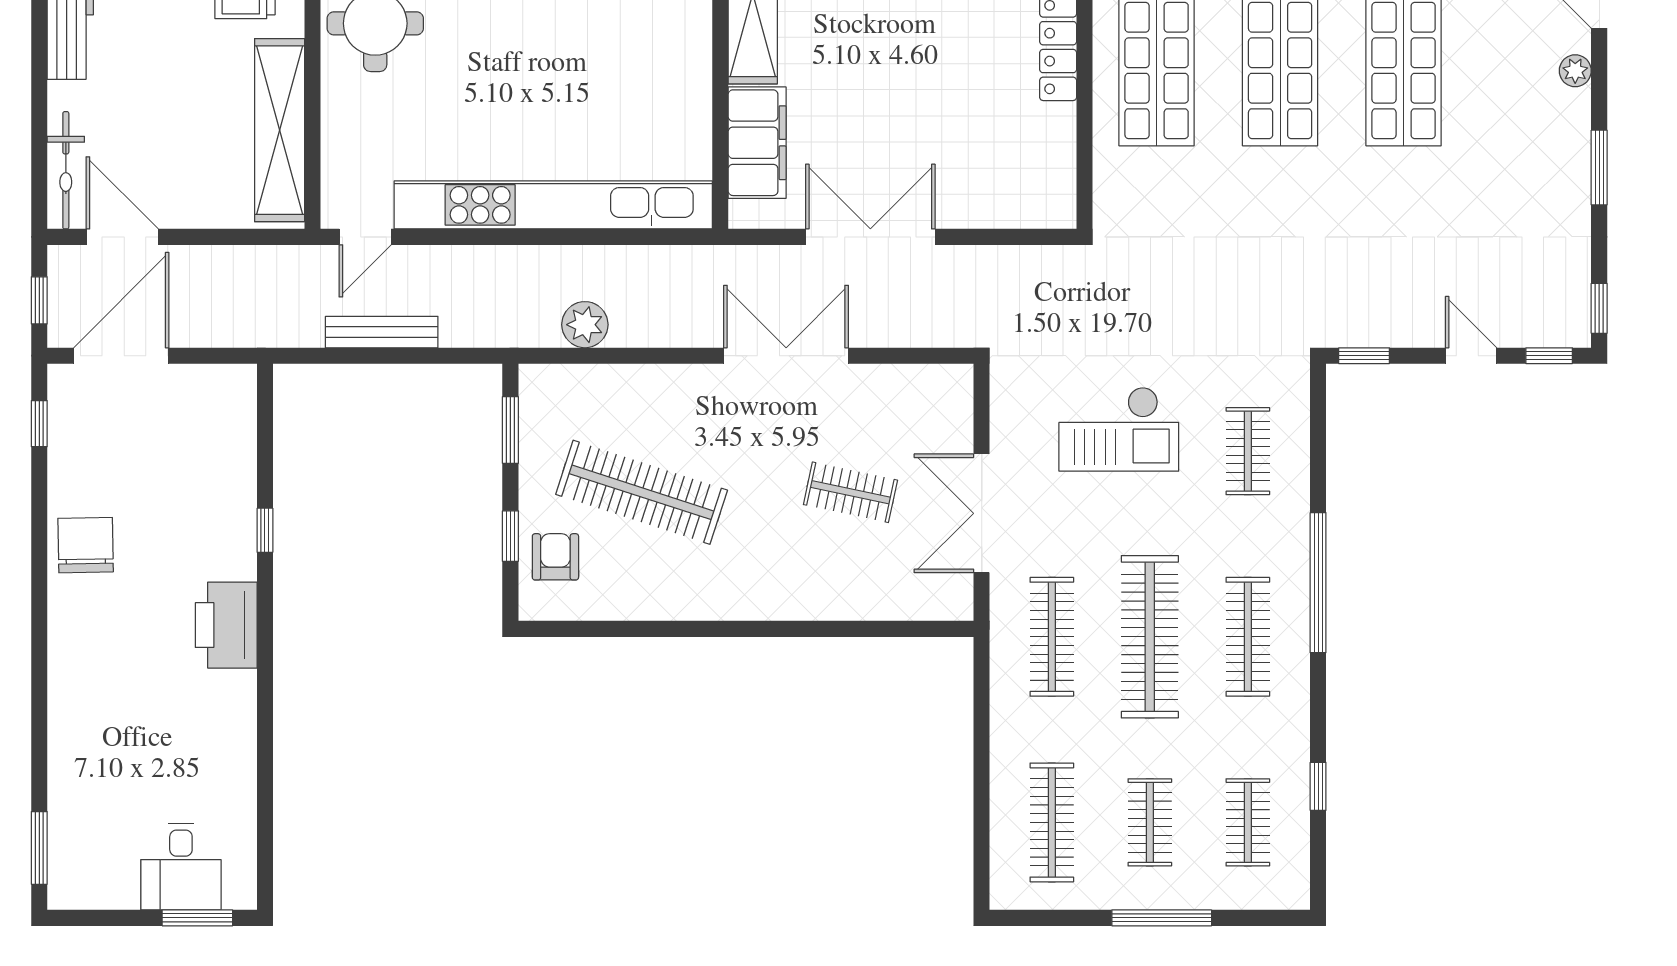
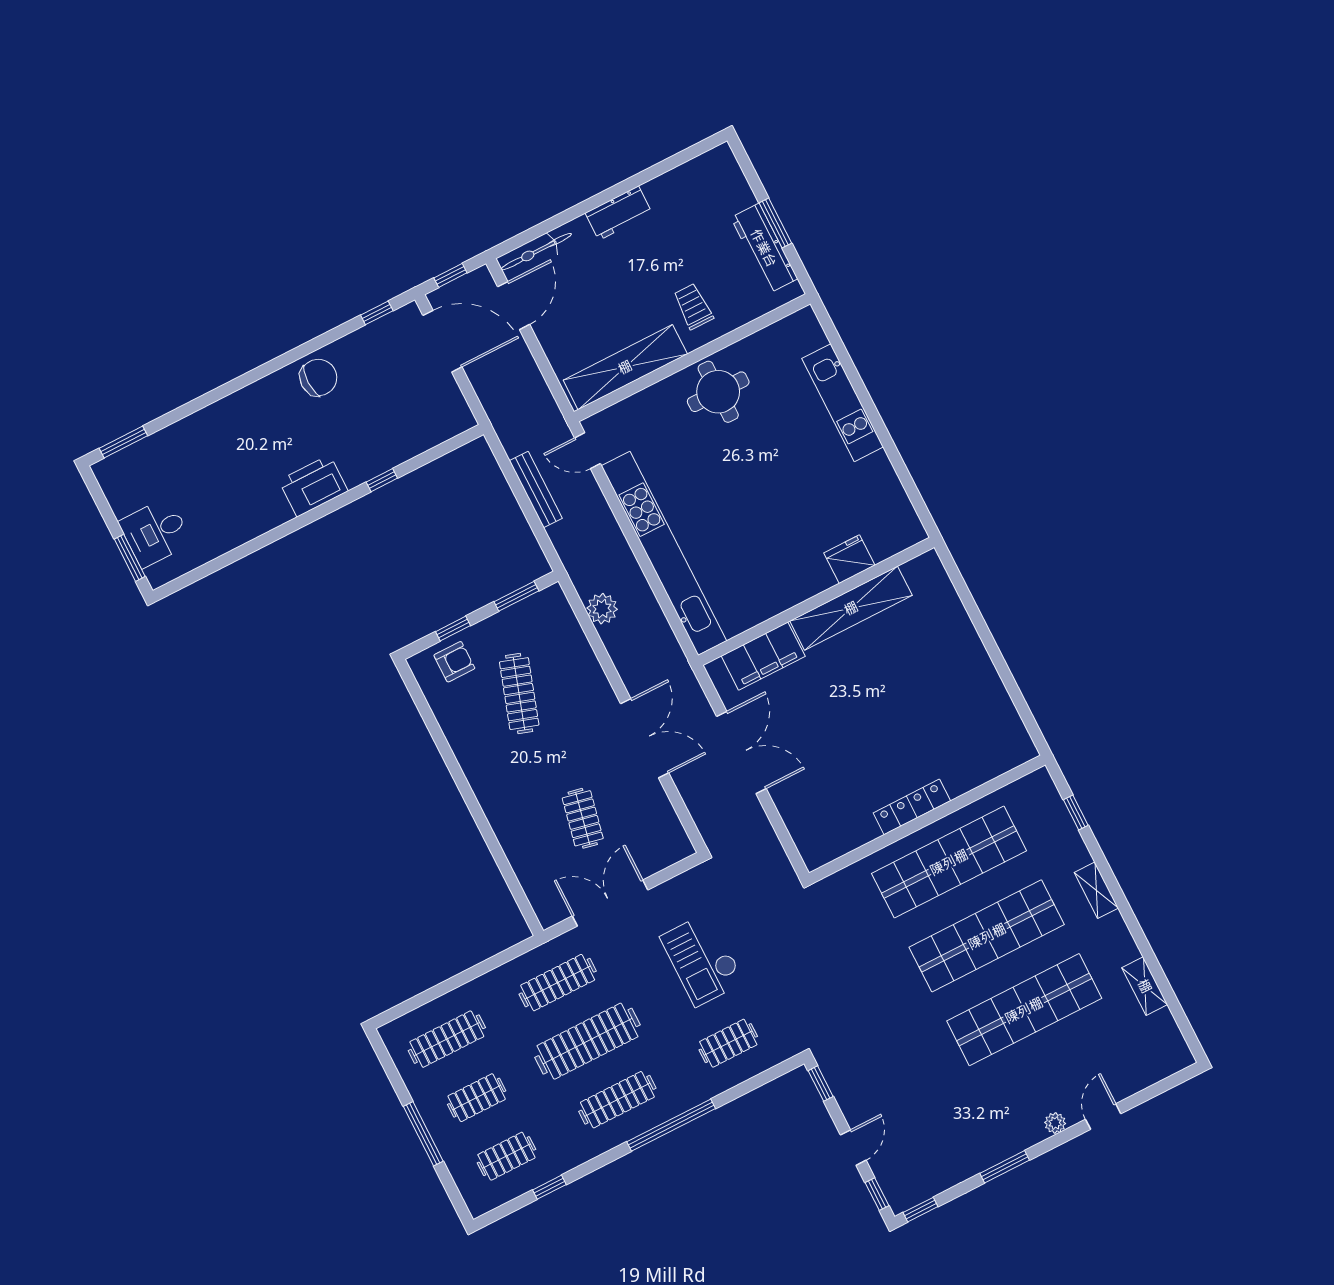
clothes rail: (642, 492) -> (519, 694), width x0.73, depth x0.76

